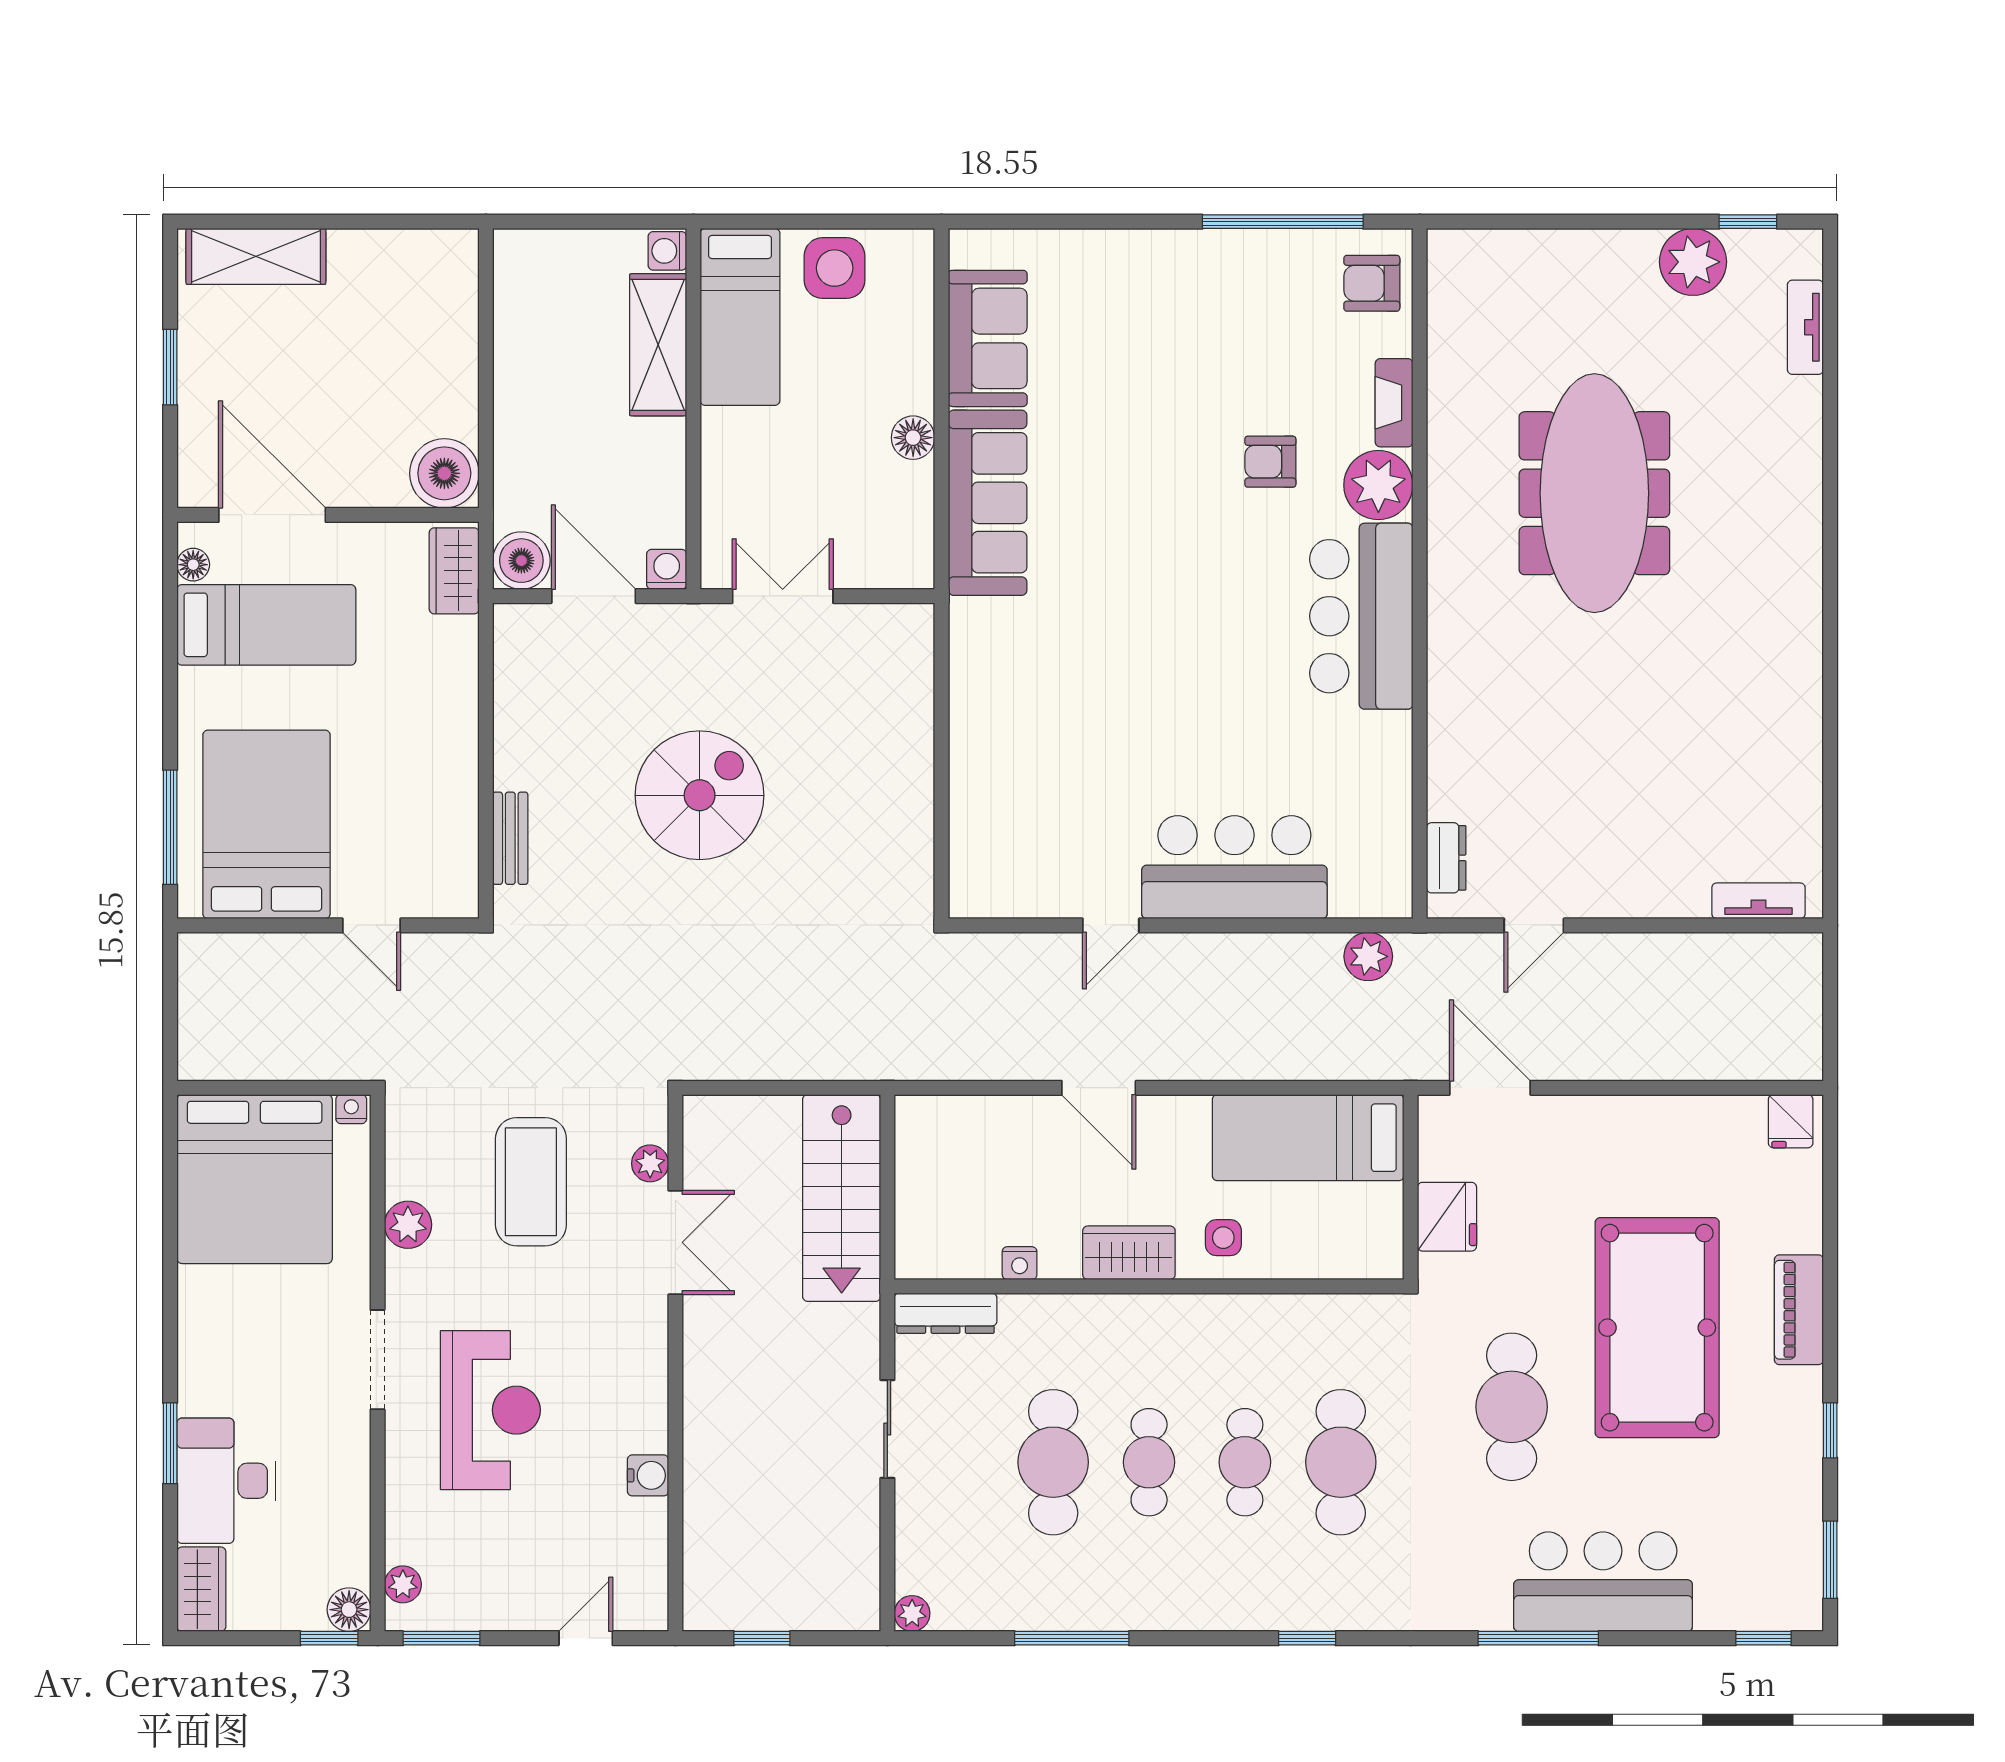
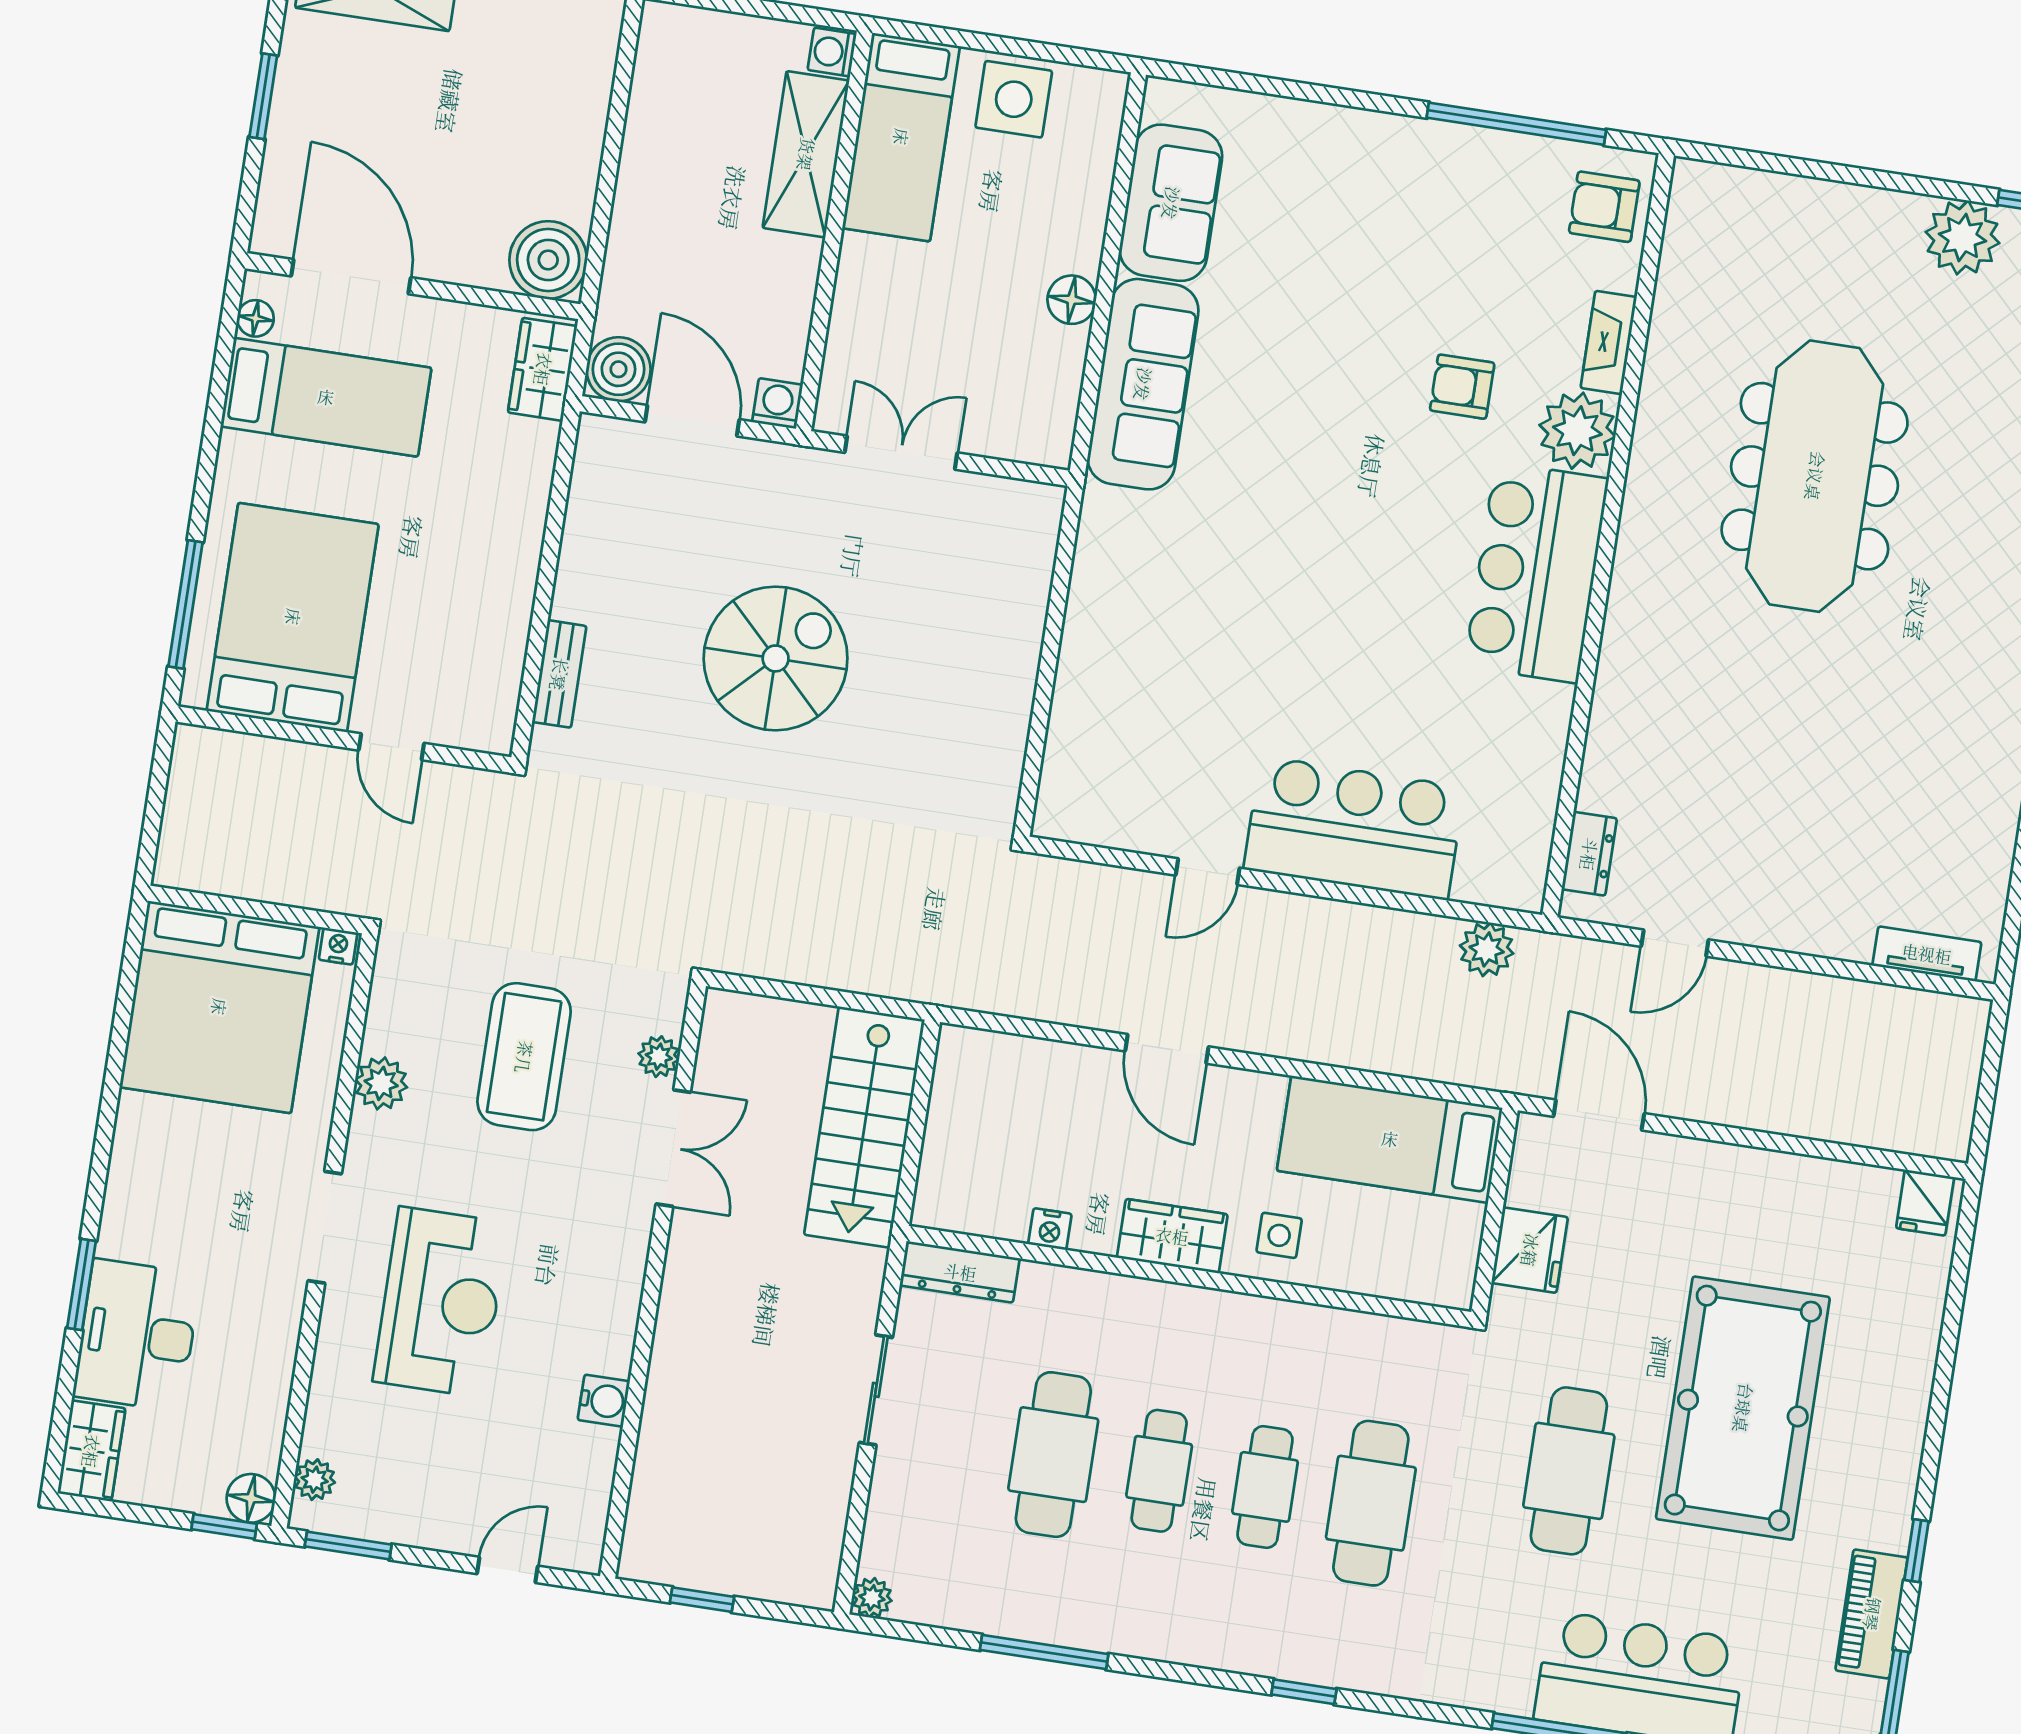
piano: (1799, 1310) -> (1872, 1614), moved

